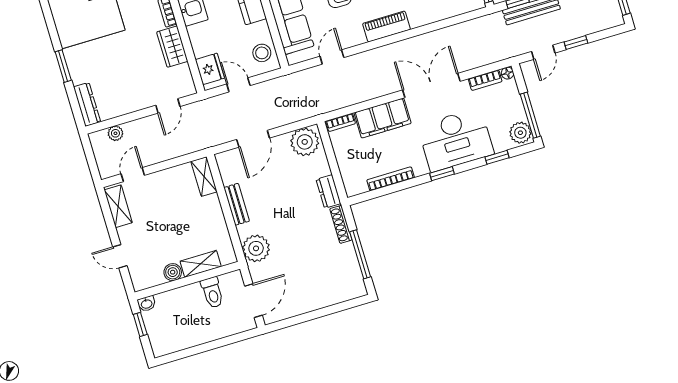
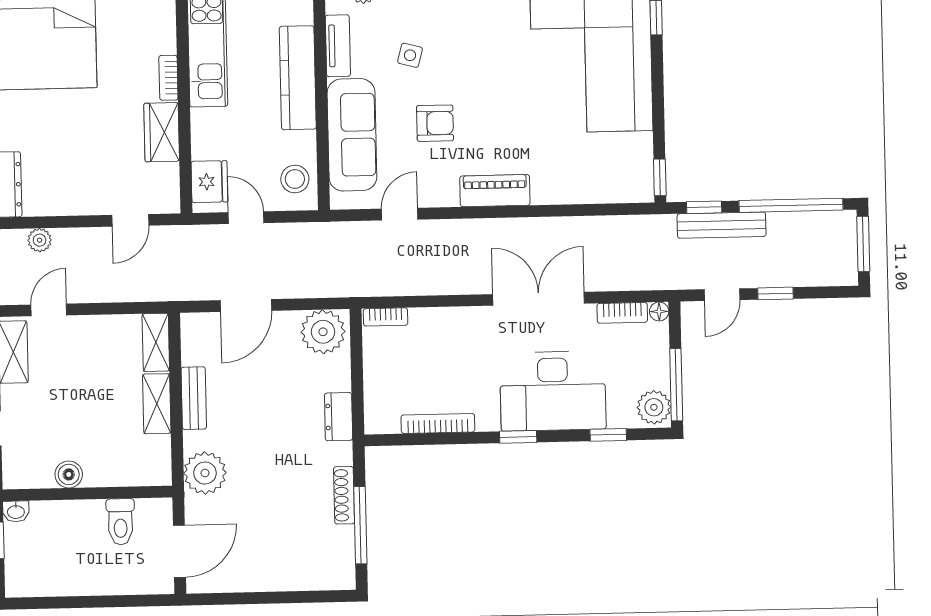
filing cabinet: (383, 118) -> (451, 328), removed
shoe rack: (341, 224) -> (344, 495), moved
shelving: (201, 264) -> (157, 404), moved, turned 90

